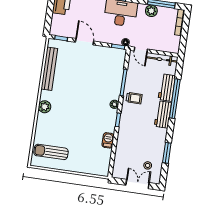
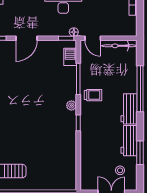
door: (85, 42) -> (26, 38), swing flipped
workbench: (167, 88) -> (129, 141), moved
barbecue: (108, 140) -> (70, 57), moved

